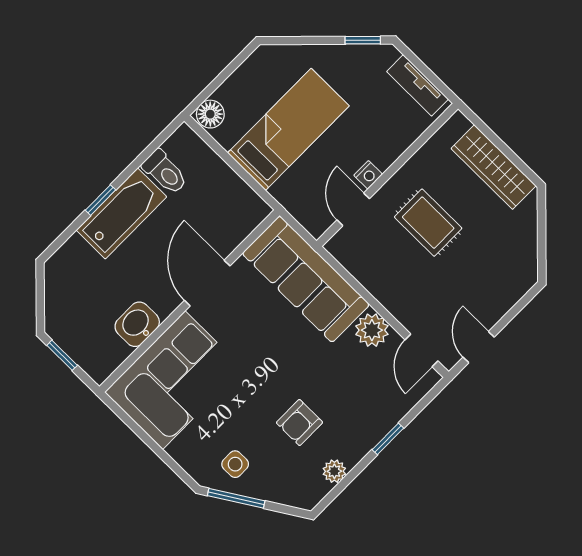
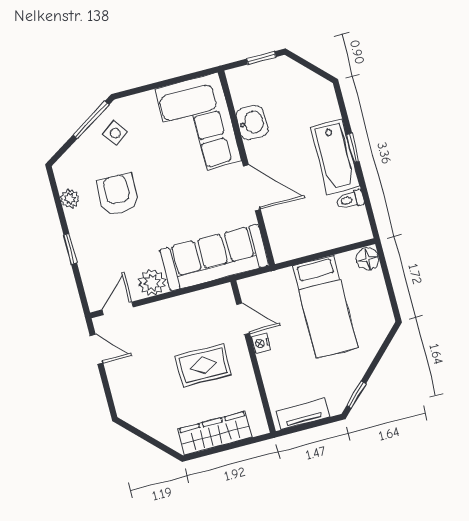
toilet: (165, 172) -> (350, 200), width x0.73, depth x0.72
door: (421, 350) -> (118, 308), hinge flipped
armchair: (299, 423) -> (118, 194), width x1.38, depth x1.38
side table: (235, 464) -> (115, 133), turned -36

